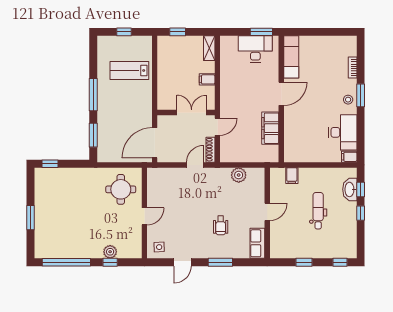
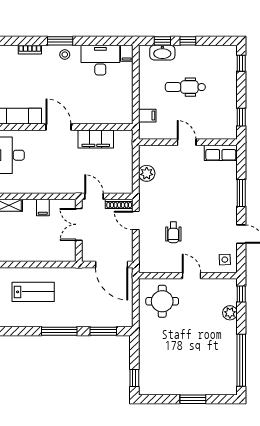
lab bench: (129, 70) -> (33, 292), turned -90
wheelchair: (221, 225) -> (173, 232), moved, turned 90
window: (110, 262) -> (241, 294), moved
window: (304, 262) -> (241, 117), moved

